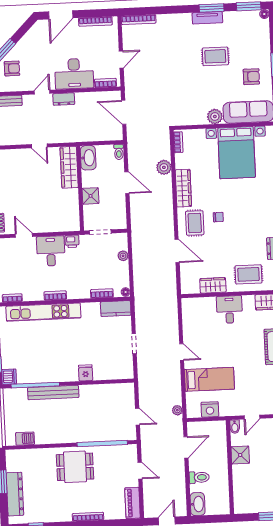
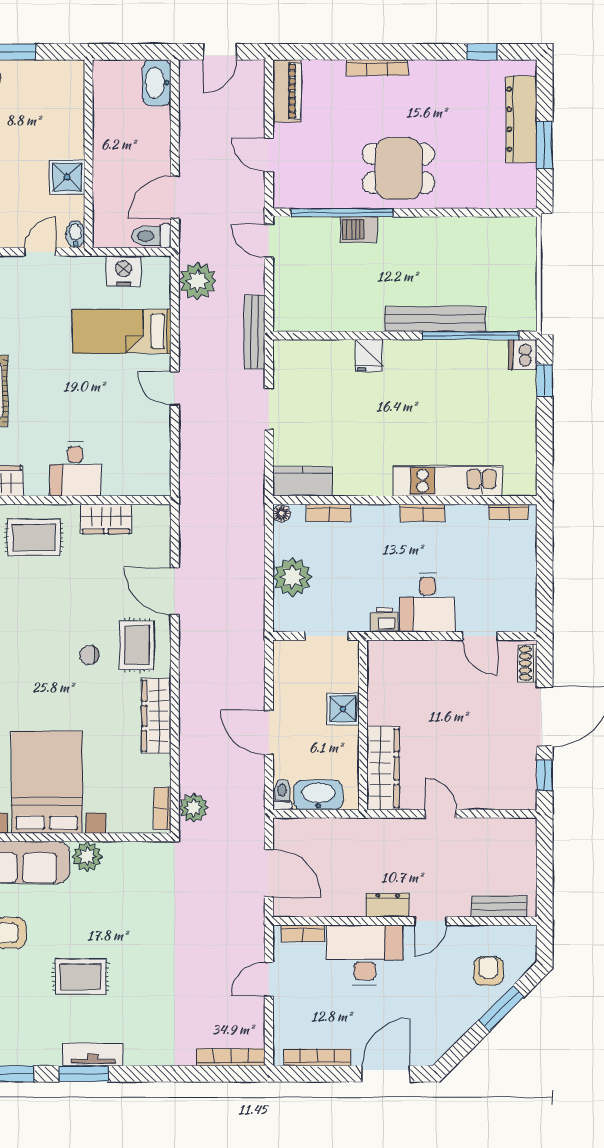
armchair: (12, 68) -> (488, 971), turned 90
washbasin: (88, 158) -> (318, 795), moved, turned 90
plant: (164, 167) -> (194, 808), moved
plant: (123, 256) -> (292, 577), width x1.87, depth x1.87
kitchen unit: (43, 312) -> (448, 481), width x0.73
bench: (143, 382) -> (255, 332), added
plant: (177, 410) -> (198, 281), width x1.88, depth x1.88
door: (138, 417) -> (269, 241), moved
barbecue: (25, 439) -> (359, 229), moved
toilet: (199, 477) -> (151, 236), moved

